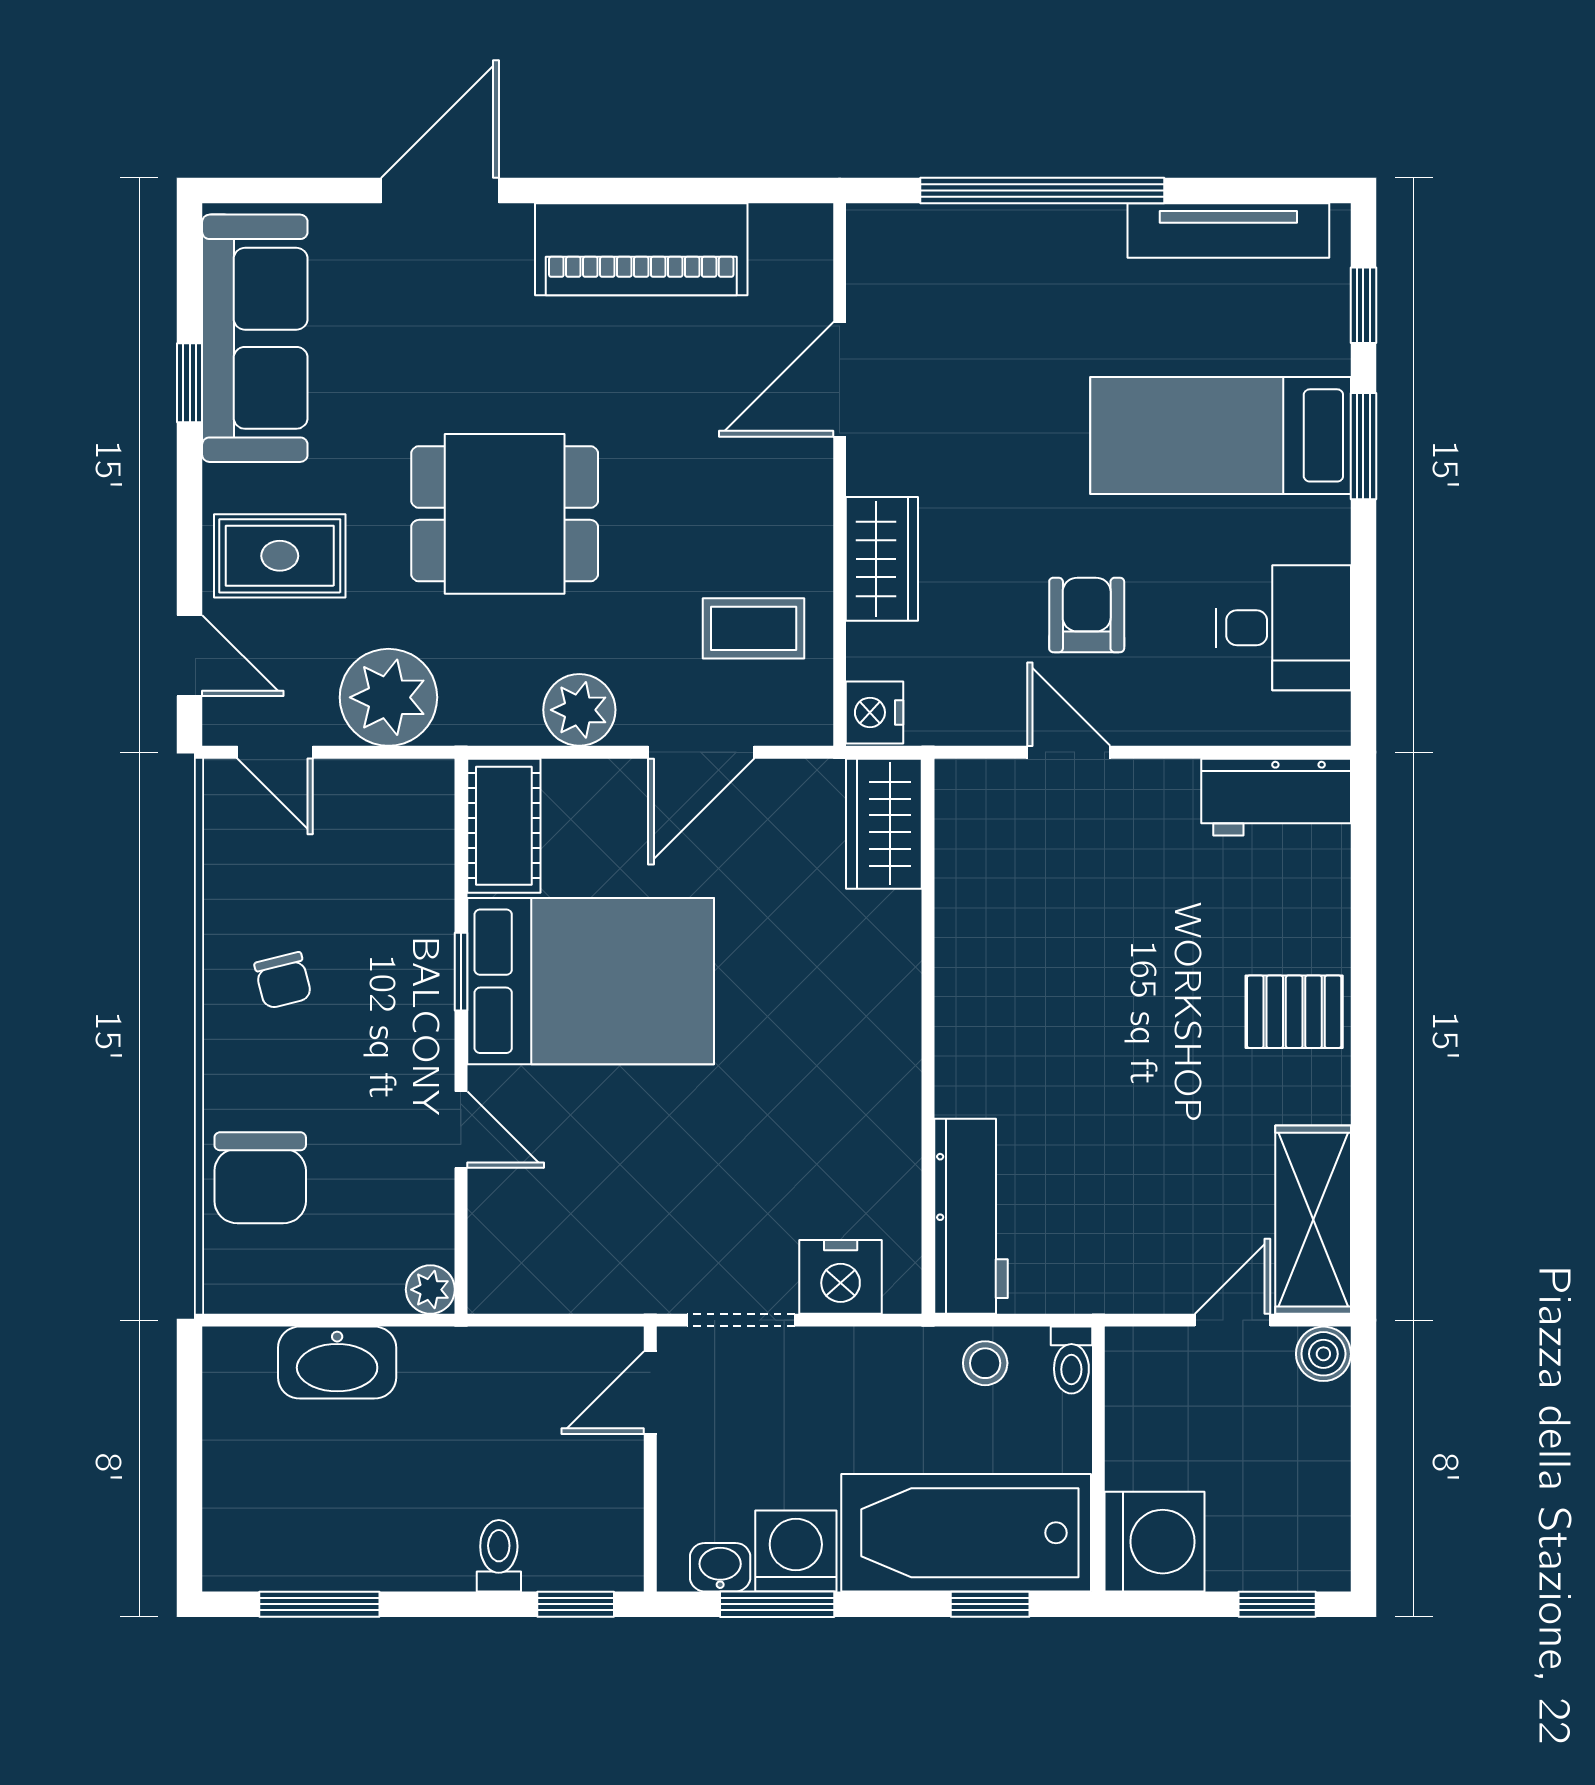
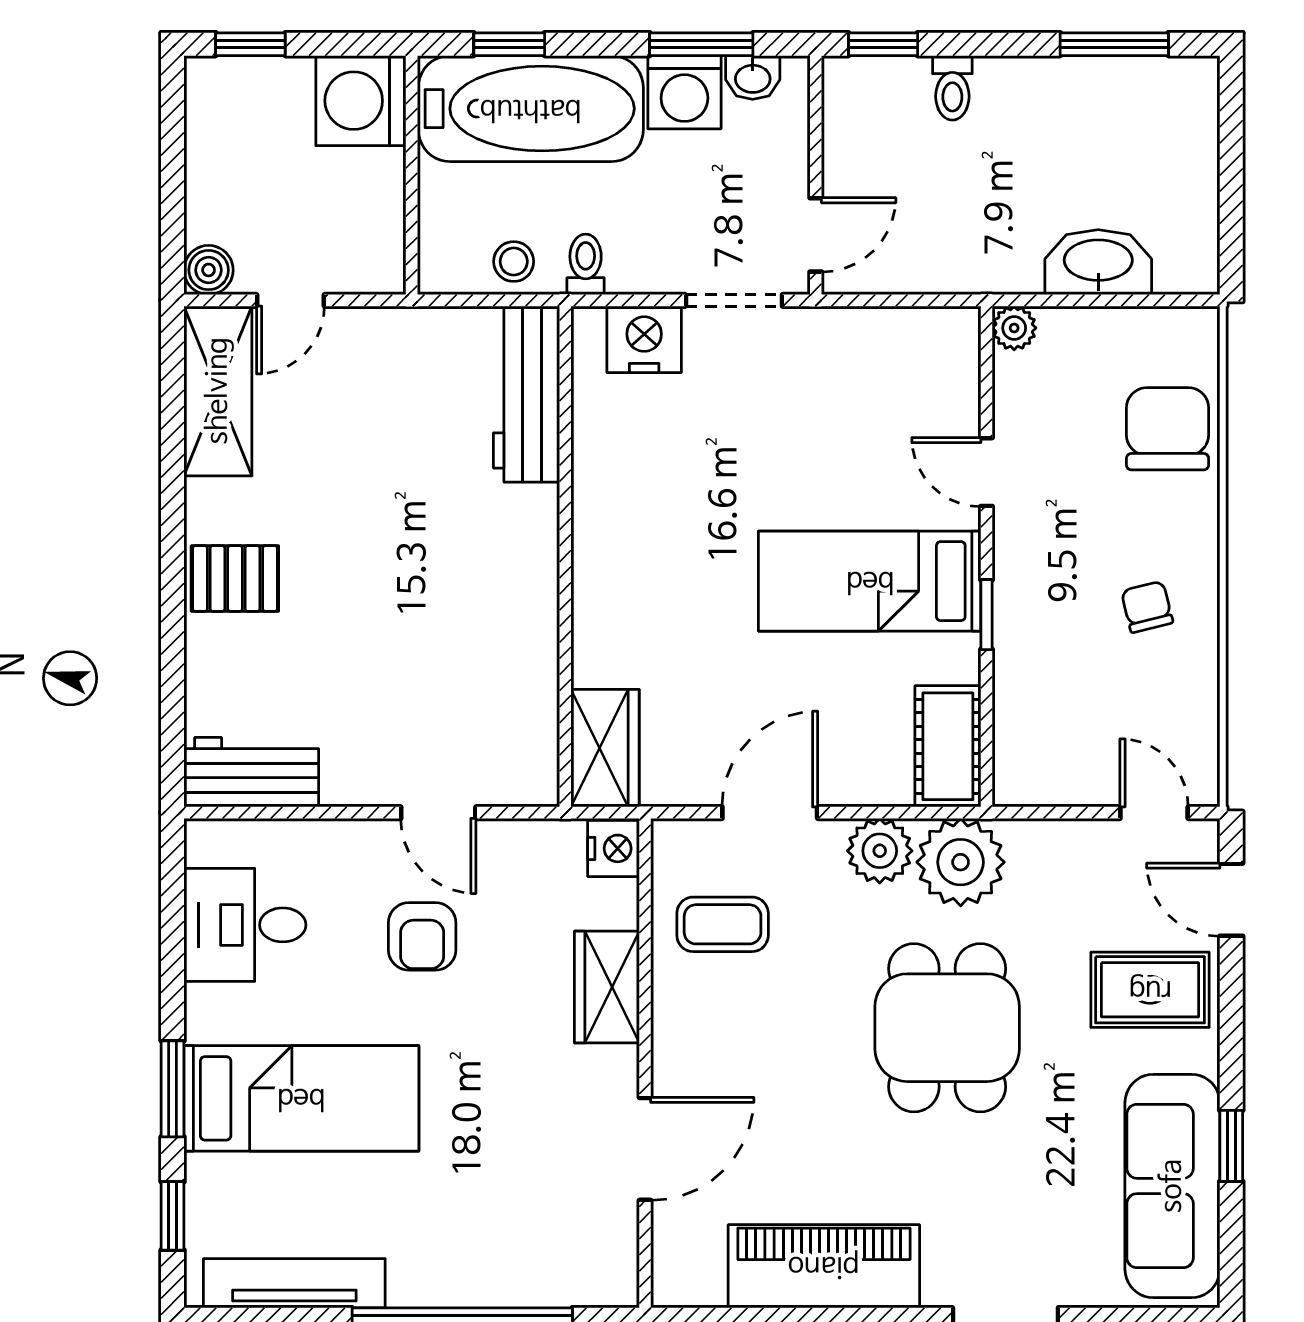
dining table: (505, 514) -> (947, 1028), turned 90
plant: (388, 697) -> (961, 862), moved
bed: (591, 981) -> (870, 581), width x0.67
toilet: (1071, 1360) -> (586, 264), moved

